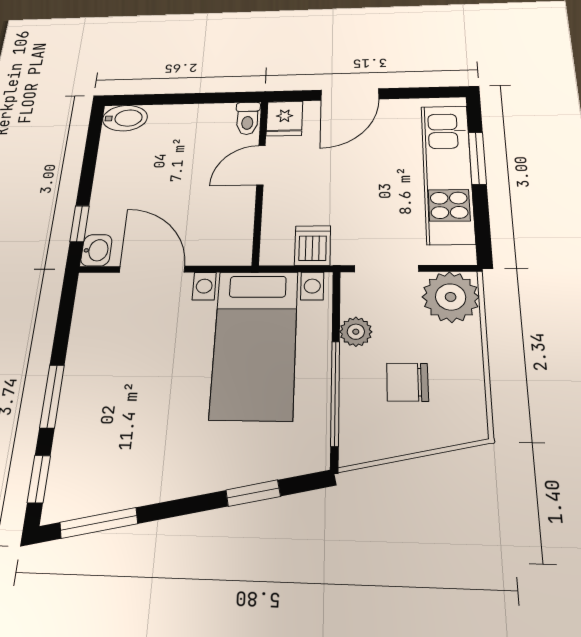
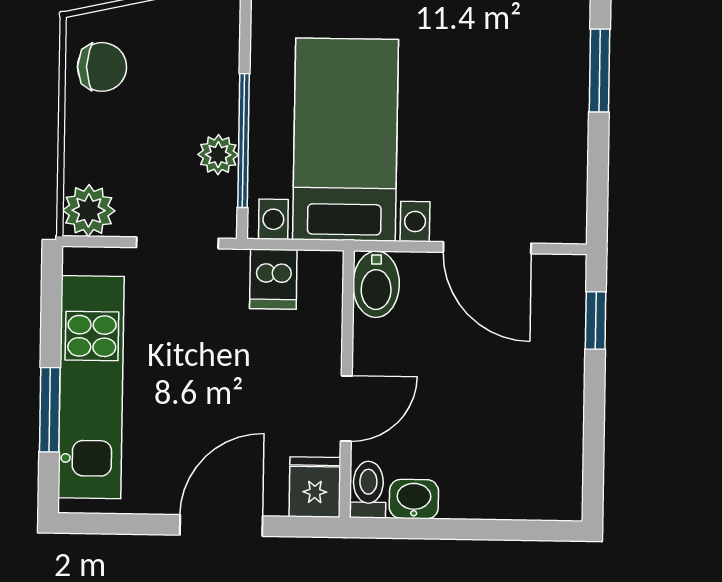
bidet: (125, 118) -> (376, 284), moved, turned -90
washbasin: (96, 250) -> (414, 499), moved, turned 90
plant: (451, 297) -> (89, 210), width x0.73, depth x0.73
chair: (407, 382) -> (102, 67), moved
window: (335, 393) -> (244, 141), moved

